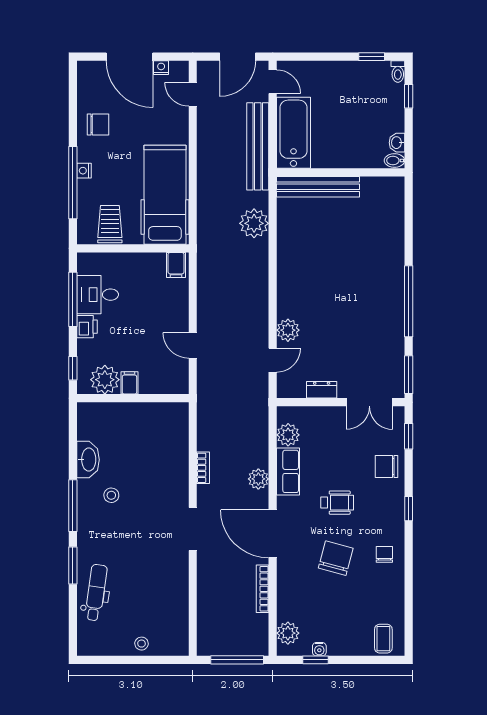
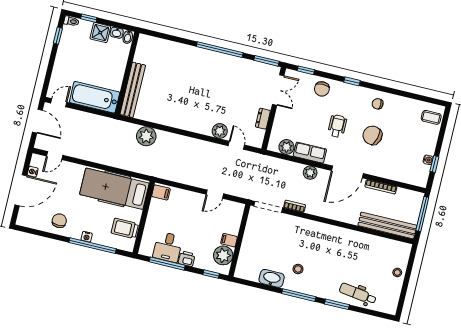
shower: (391, 118) -> (100, 33), added
bench: (258, 146) -> (387, 225), moved
doorway: (193, 529) -> (268, 207), moved
plant: (288, 633) -> (413, 177), removed

